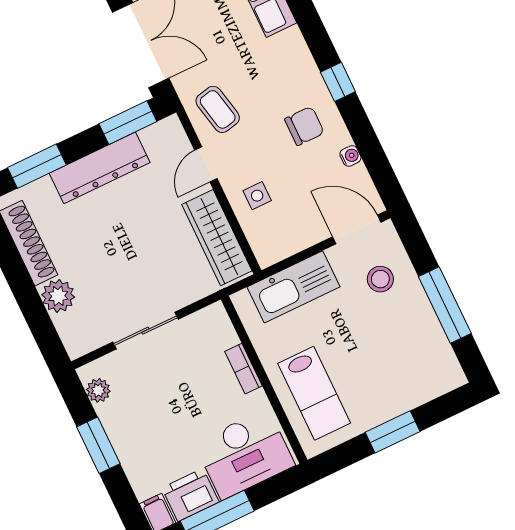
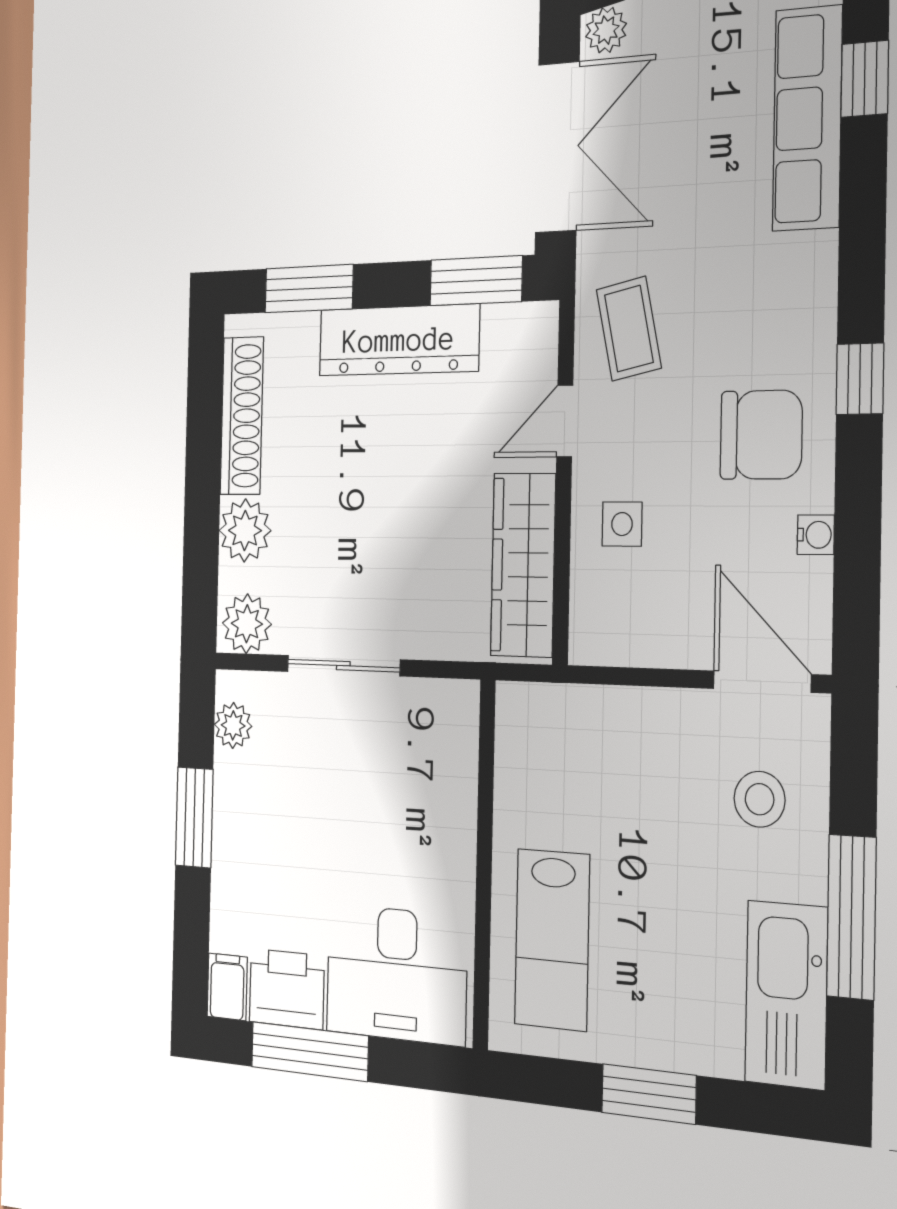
chair: (304, 126) -> (761, 435), width x1.37, depth x1.37
kitchen sink: (294, 287) -> (786, 995), moved, turned 90
plant: (82, 339) -> (247, 624), added
bookcase: (243, 369) -> (461, 824), removed

